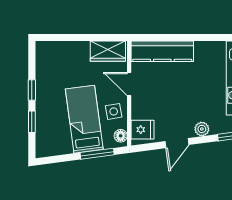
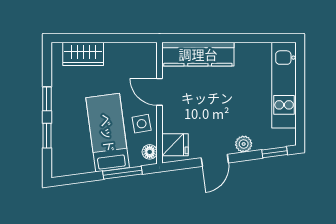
wardrobe: (108, 51) -> (83, 54), moved

